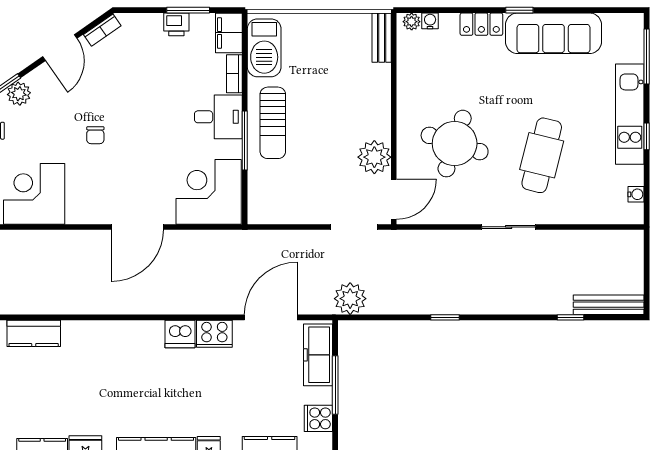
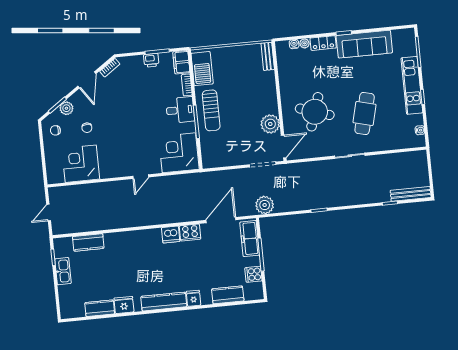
plant: (412, 22) -> (305, 43), moved
chair: (95, 135) -> (87, 128), moved
door: (137, 227) -> (141, 177), width x0.53

